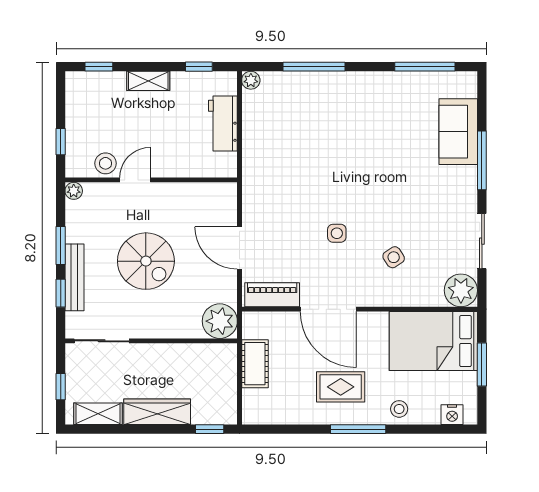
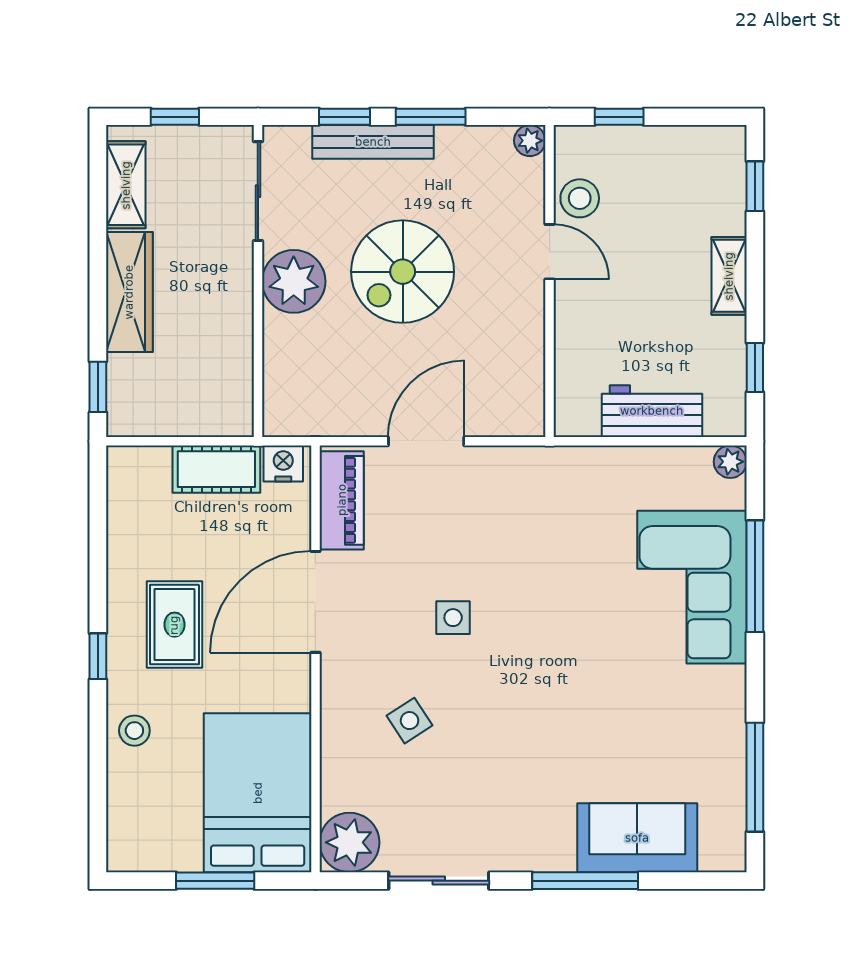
corner sofa: (320, 101) -> (692, 587), added
plant: (220, 321) -> (294, 281), moved
nightstand: (452, 415) -> (283, 463), moved, turned 90
window: (358, 429) -> (98, 656), width x0.46

